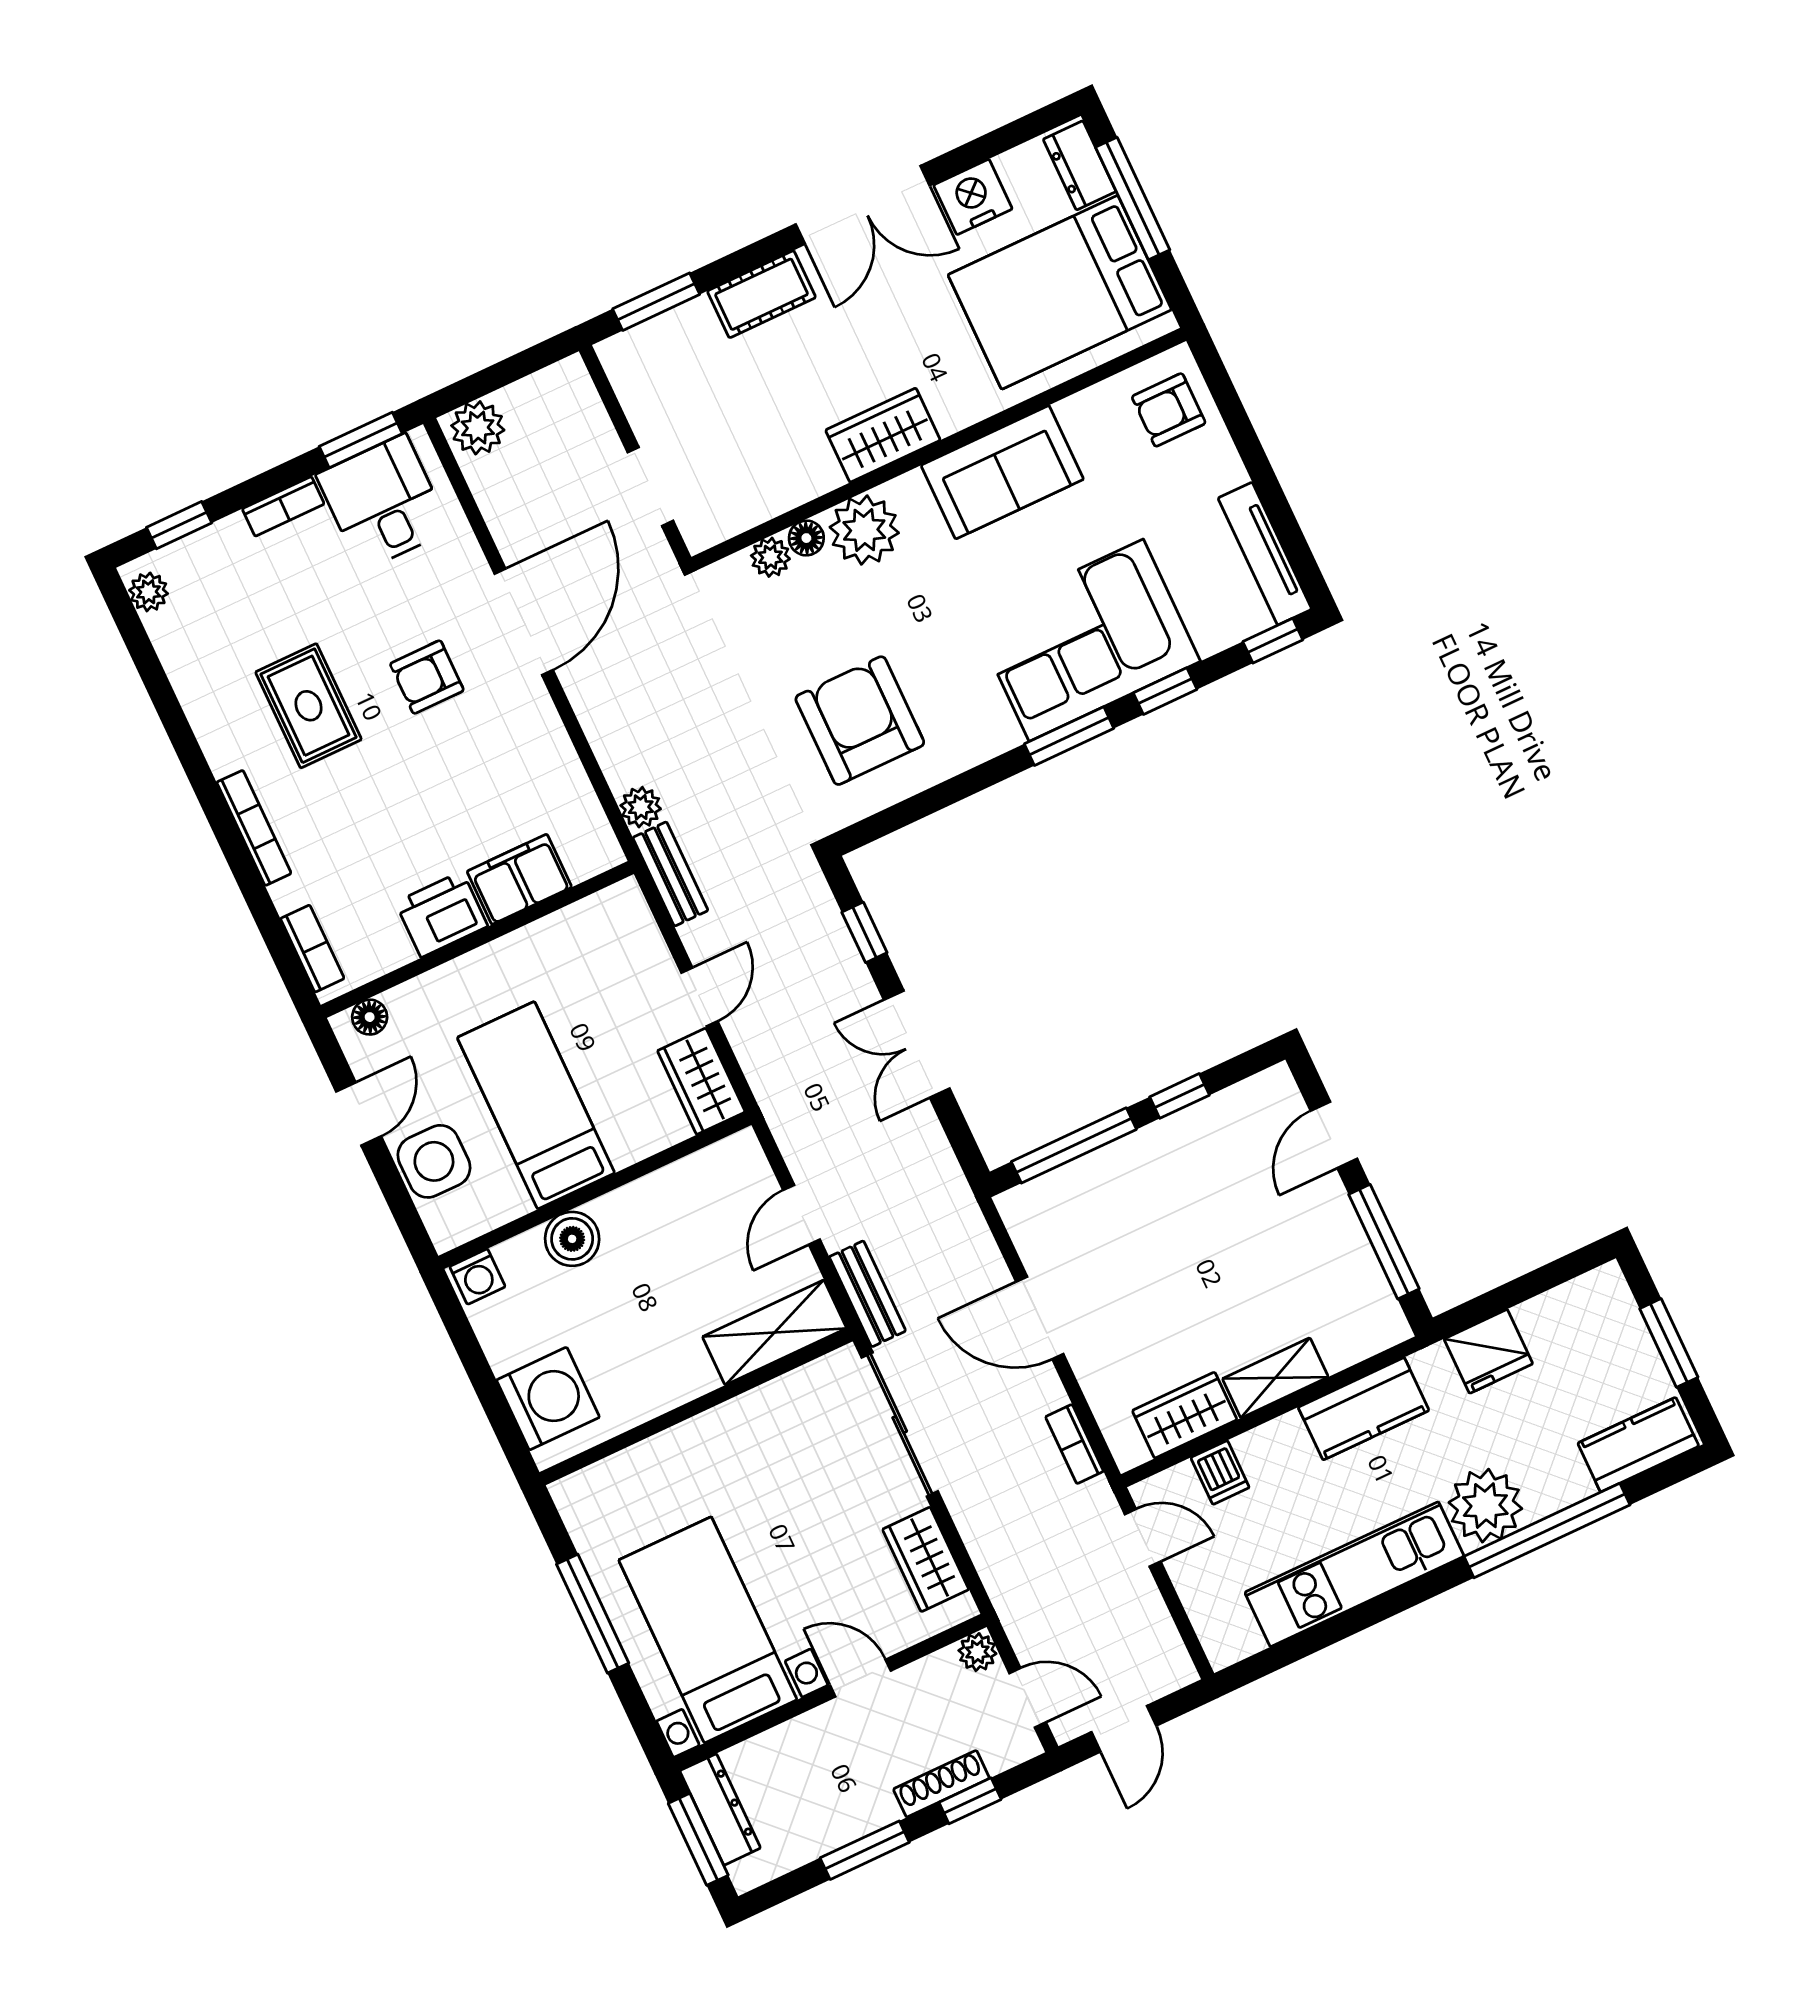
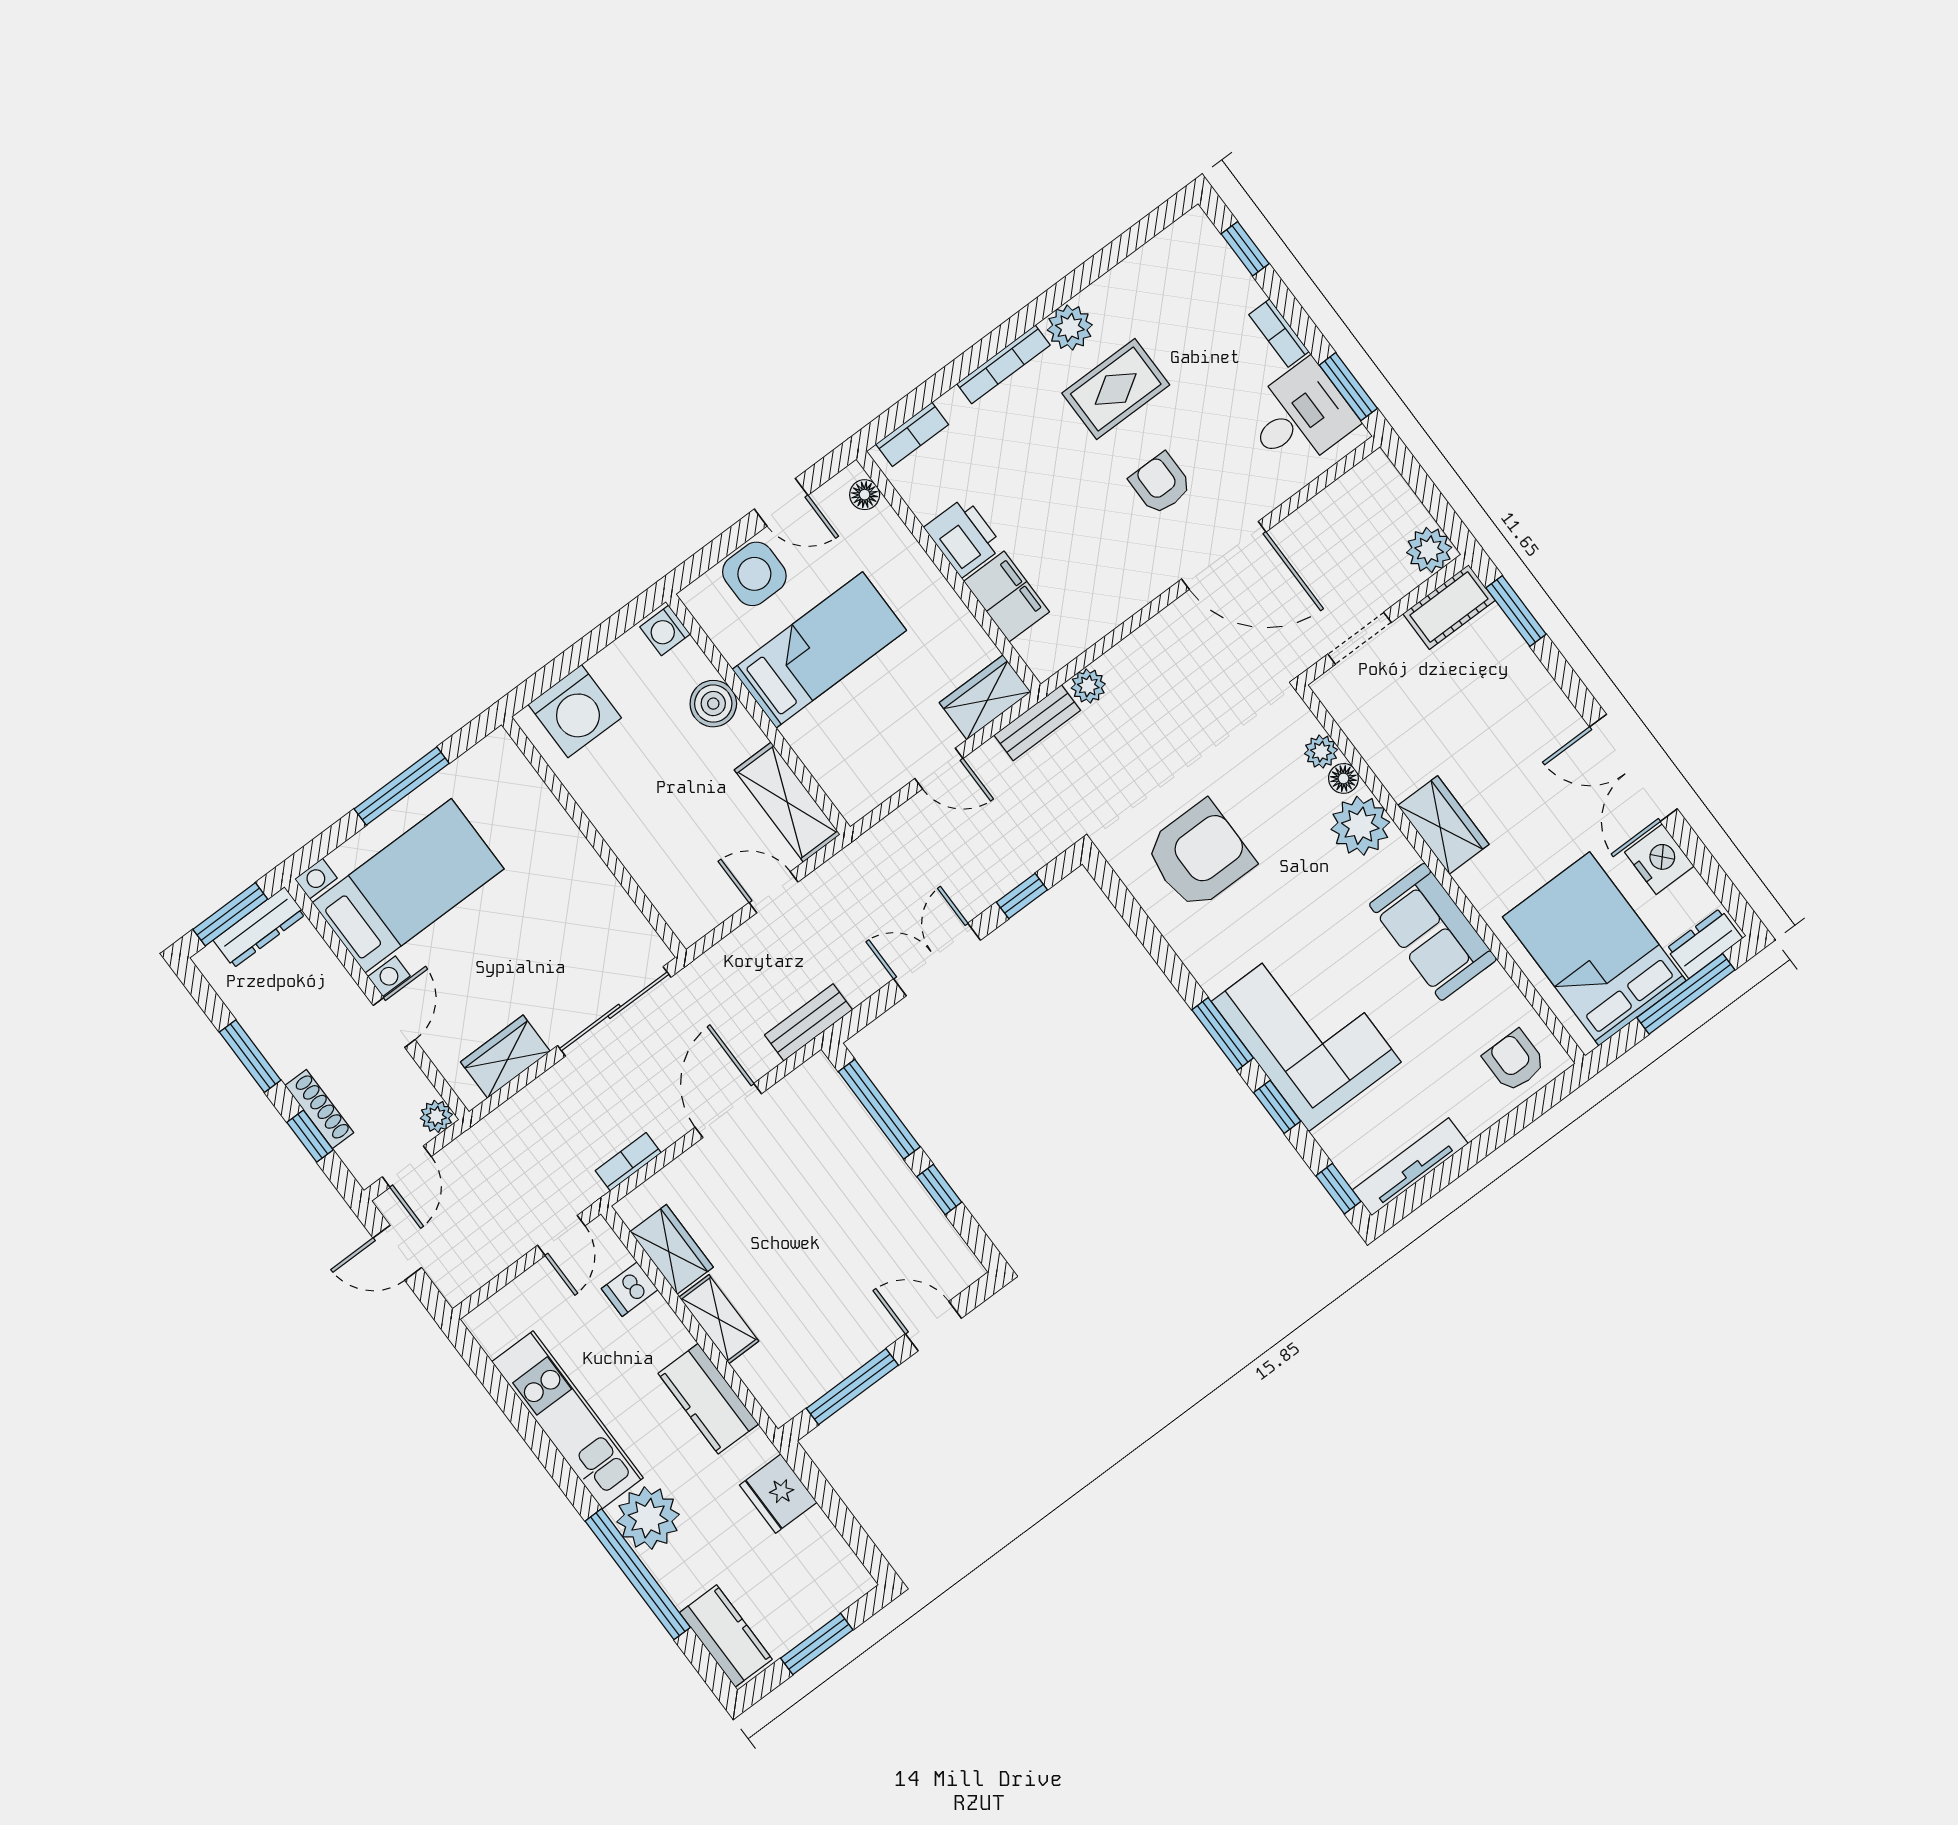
cot: (762, 294) -> (1449, 607), moved, turned 90
plant: (478, 428) -> (1429, 550), moved
plant: (149, 592) -> (1070, 328), moved, width x1.38, depth x1.38
wardrobe: (701, 1081) -> (985, 697), moved
bench: (867, 1294) -> (809, 1022), moved
shelving: (775, 1332) -> (787, 802), moved

